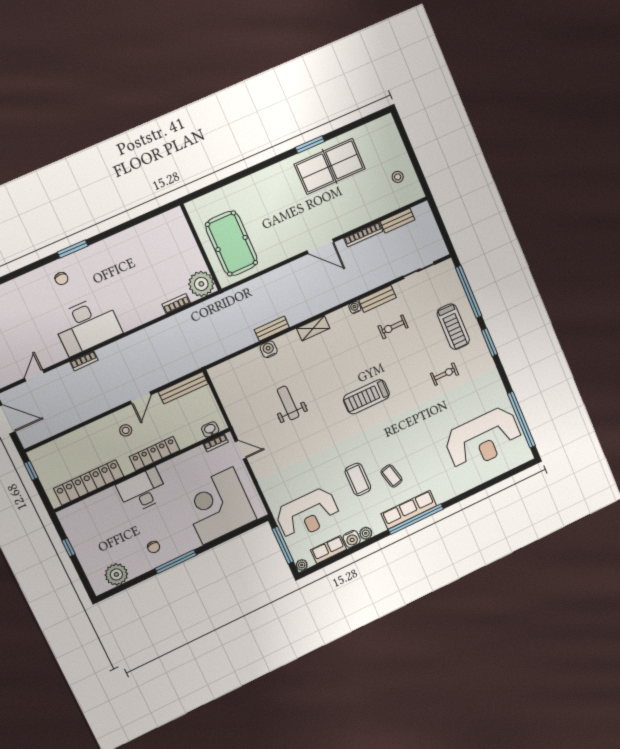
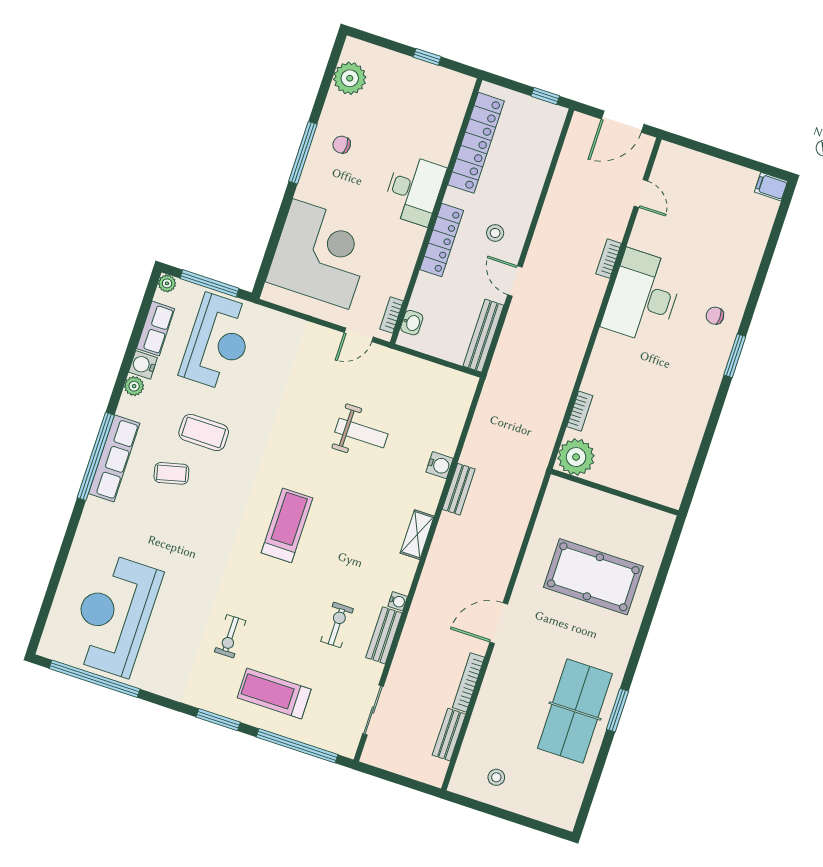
pool table: (232, 244) -> (593, 577), moved
reception desk: (308, 514) -> (218, 342), turned 180

